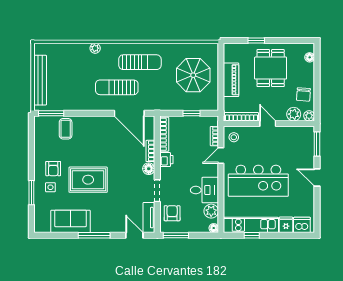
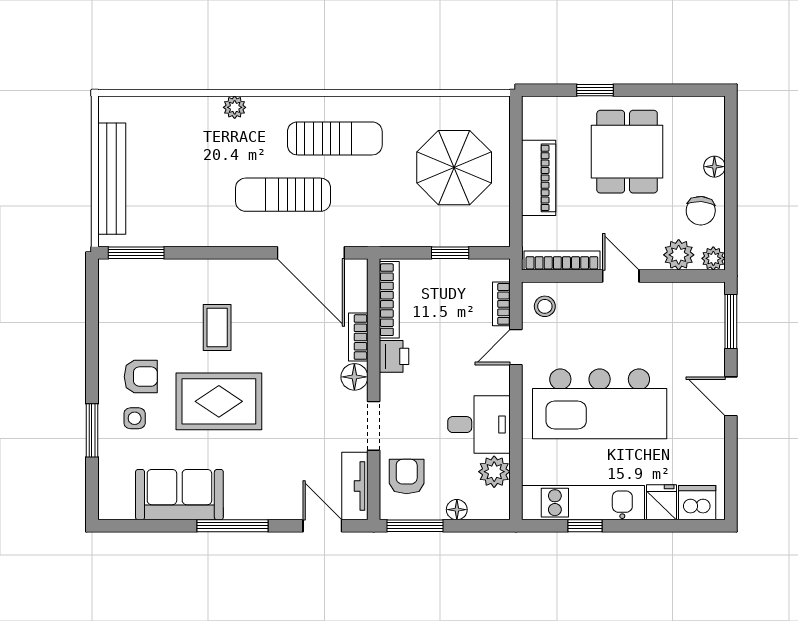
floor lamp: (310, 57) -> (714, 167), moved
coffee table: (66, 129) -> (217, 327), moved
armchair: (53, 169) -> (141, 377), turned -90
floor lamp: (214, 228) -> (457, 510), moved

